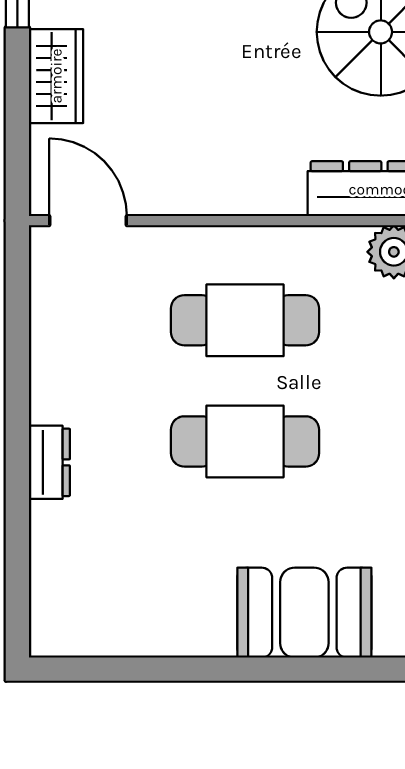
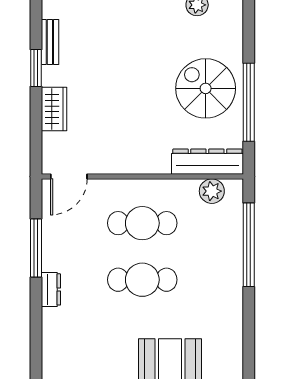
door: (88, 221) -> (69, 177), swing flipped
window: (17, 374) -> (36, 248), added

